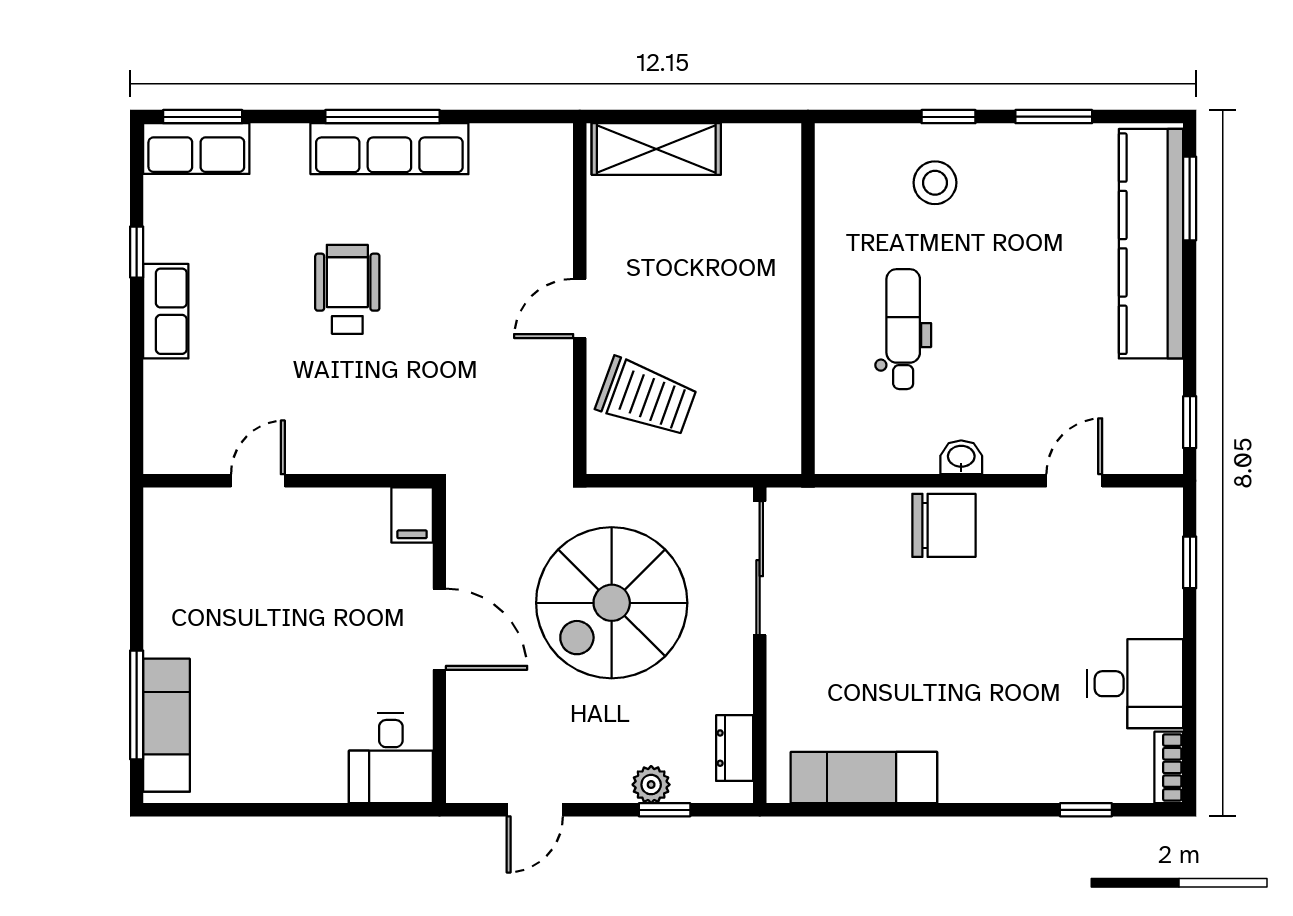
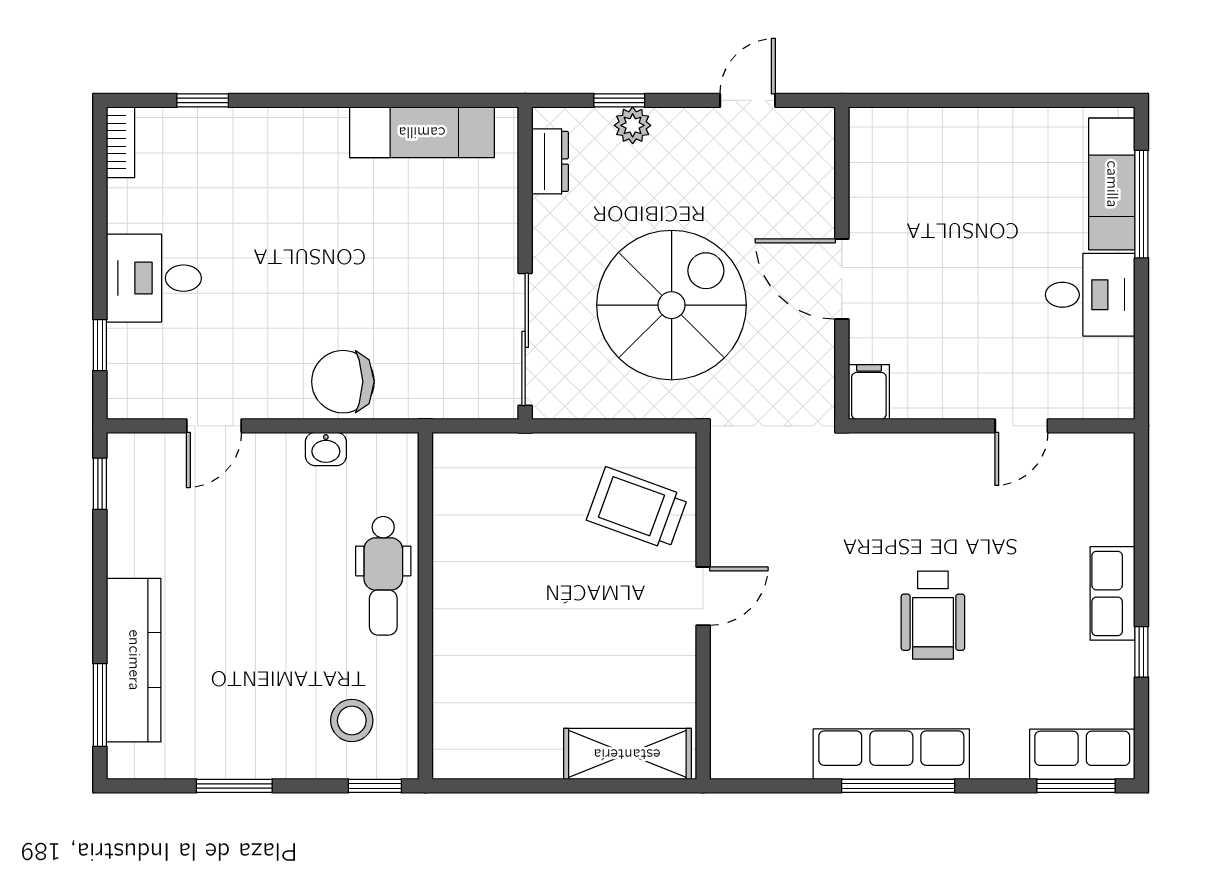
window: (948, 117) -> (375, 786), moved
kitchen counter: (1151, 244) -> (134, 660), width x0.72, depth x0.86
wall: (808, 299) -> (425, 606), moved
desk: (1135, 684) -> (154, 278), moved
desk: (391, 758) -> (1090, 295), moved, turned 90

